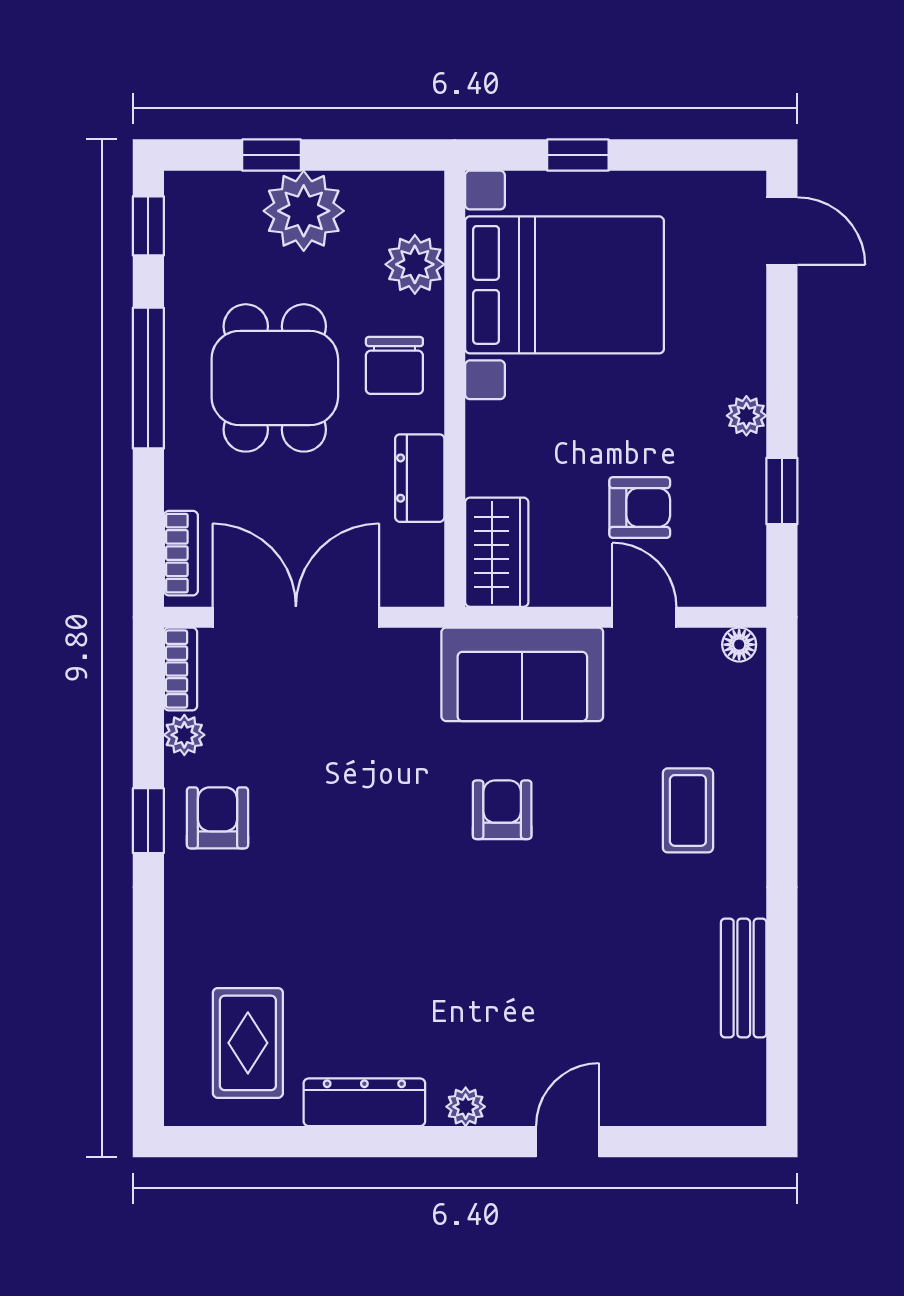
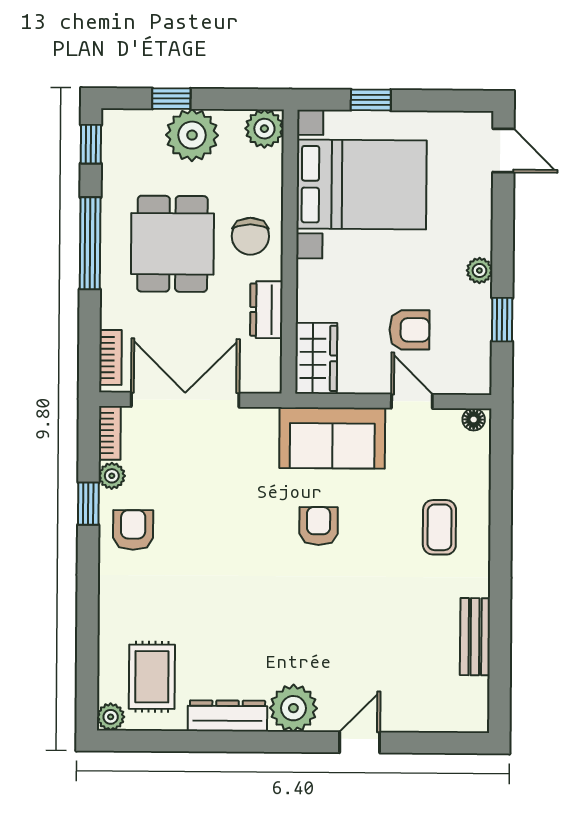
plant: (415, 264) -> (264, 129), moved
window: (148, 821) -> (88, 504), moved
plant: (185, 1105) -> (111, 717), added
plant: (466, 1107) -> (293, 708), width x1.88, depth x1.88

